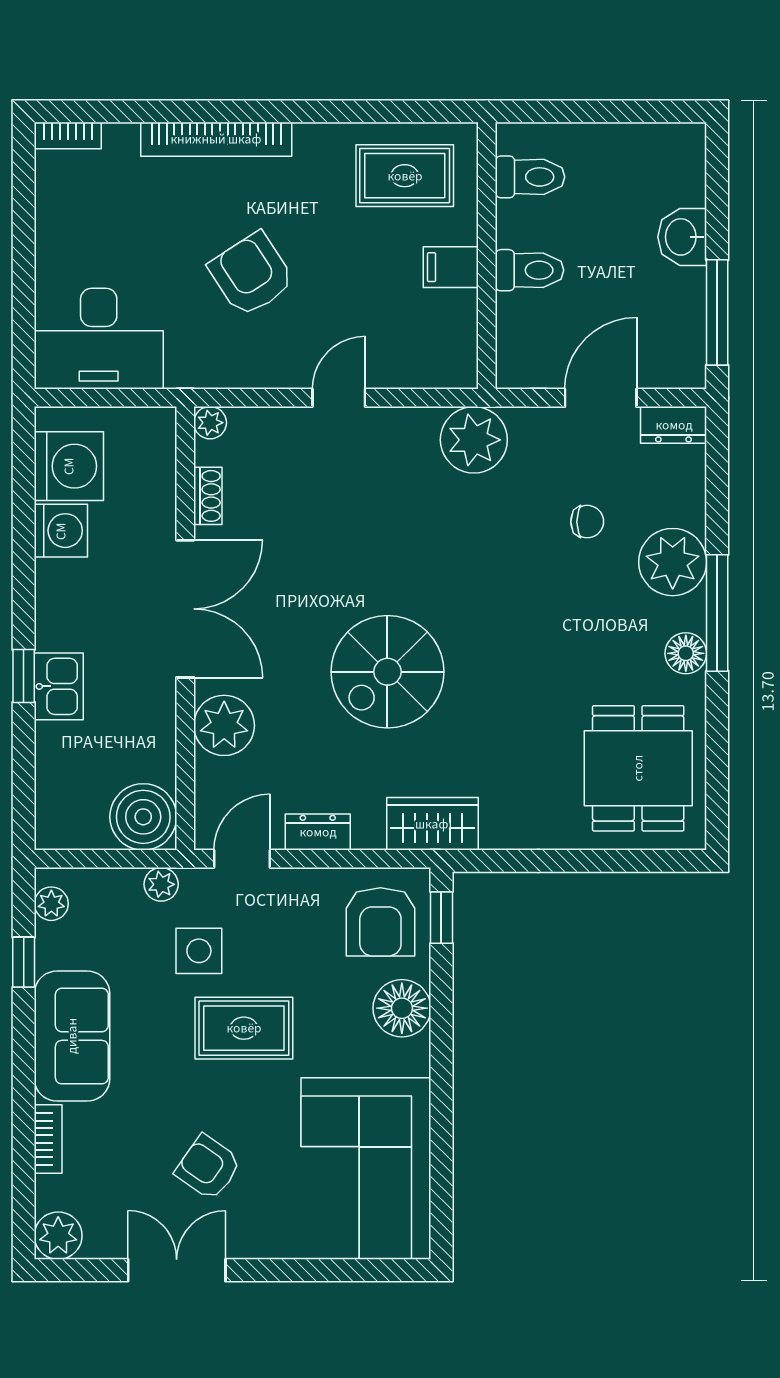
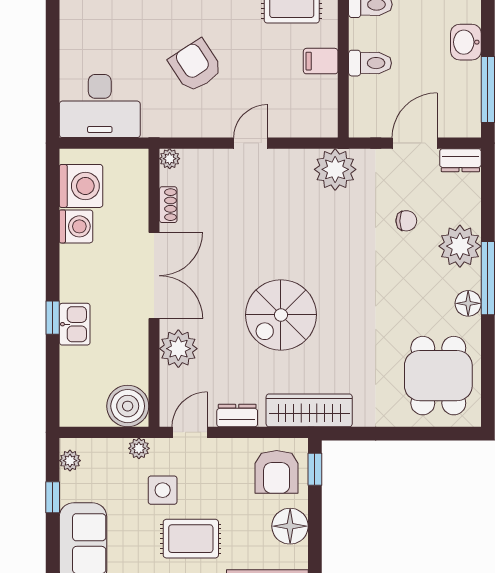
wardrobe: (432, 824) -> (309, 410), width x1.50

